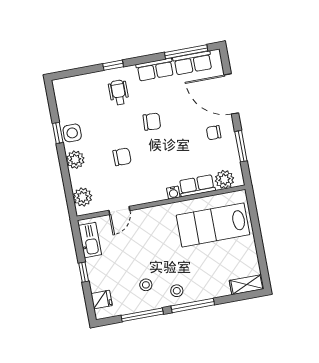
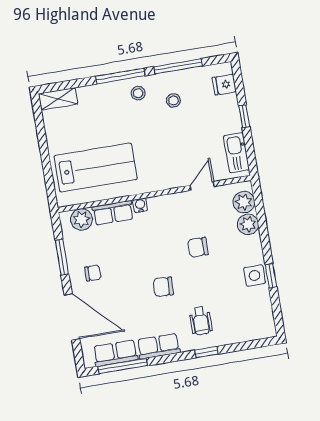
plant: (75, 160) -> (248, 224), moved

